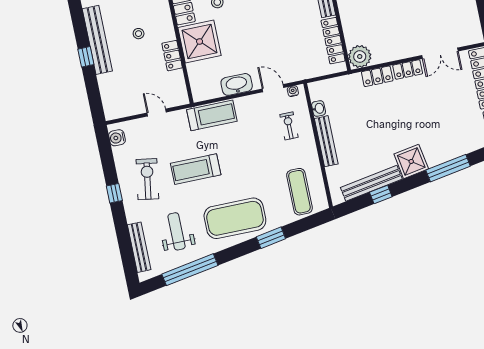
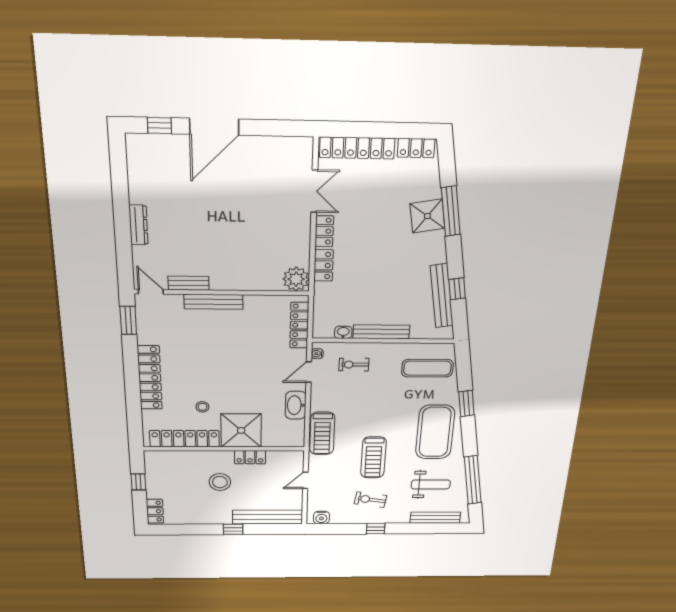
stool: (139, 34) -> (220, 482), width x1.89, depth x1.89
bench: (97, 40) -> (268, 517), moved
locker: (333, 41) -> (299, 325), moved, turned 90
treadmill: (212, 115) -> (322, 433), turned 180
shower: (411, 161) -> (427, 216), moved
exercise bike: (147, 179) -> (370, 500), width x0.73, depth x0.72
weight bench: (177, 231) -> (431, 484), turned 180

